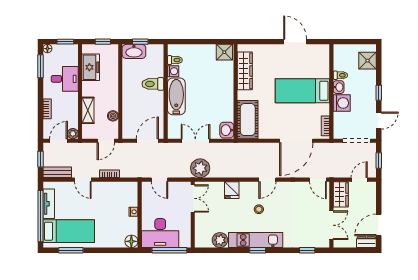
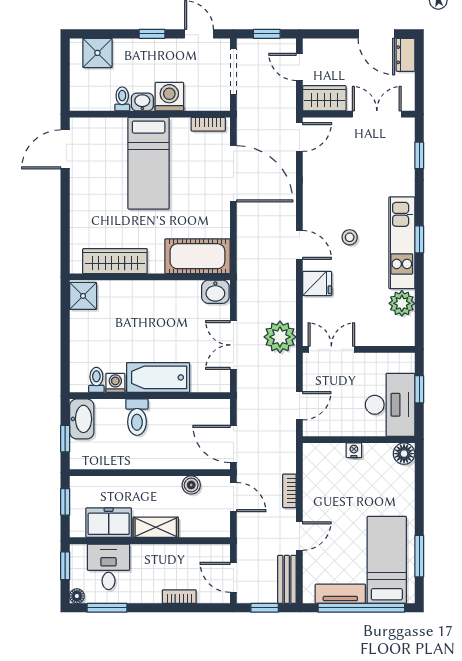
door: (295, 42) -> (65, 149), moved
washbasin: (134, 51) -> (82, 419), moved
desk: (65, 79) -> (108, 567), moved
shelving: (88, 110) -> (156, 527), moved
plant: (73, 134) -> (221, 553), removed
door: (147, 141) -> (233, 444), moved
door: (267, 180) -> (299, 245), moved
window: (169, 250) -> (419, 389), width x0.46

